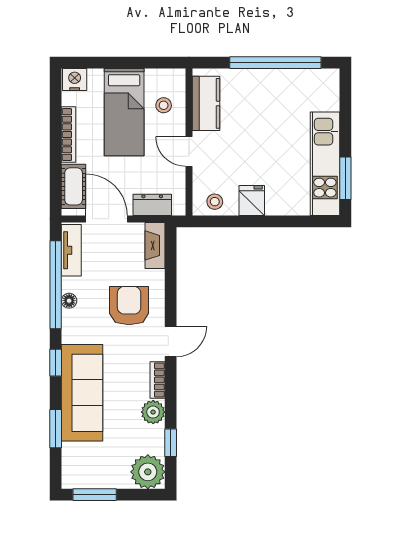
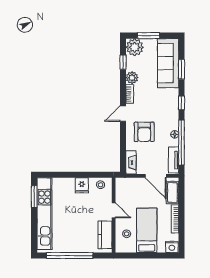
kitchen unit: (325, 164) -> (44, 214), width x1.36
dresser: (152, 205) -> (132, 183), removed
sofa: (82, 393) -> (168, 63), moved
window: (95, 495) -> (149, 36), moved

